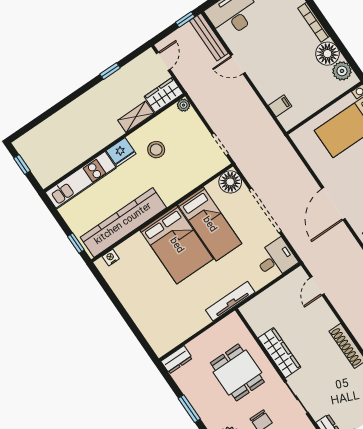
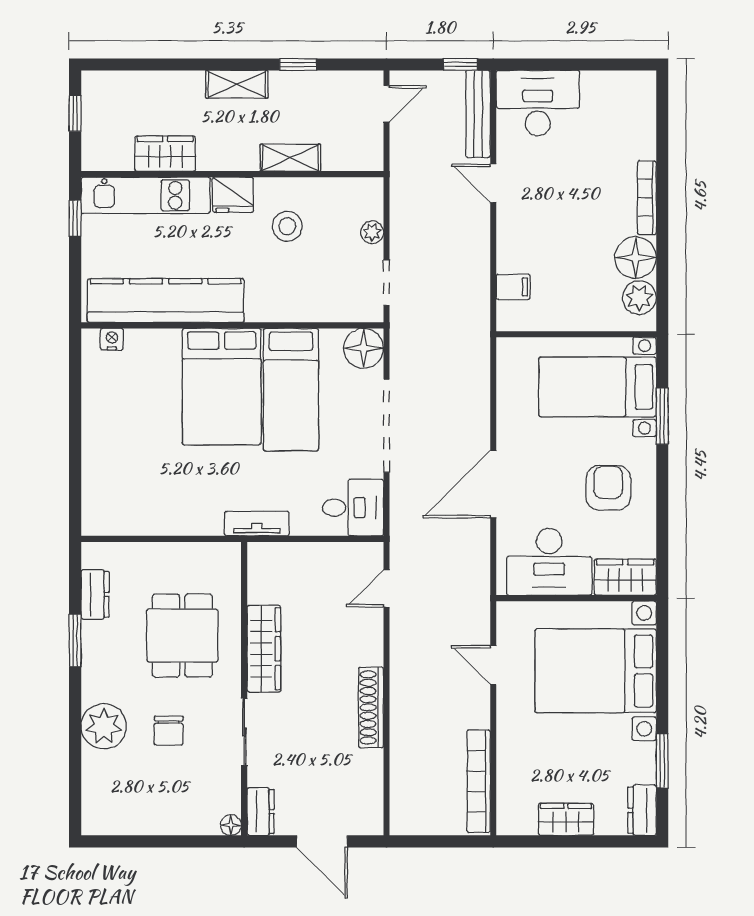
wardrobe: (164, 95) -> (165, 154), moved
shelving: (88, 100) -> (237, 84), added
plant: (183, 105) -> (372, 232), moved
window: (76, 243) -> (75, 218), moved
tv unit: (230, 301) -> (257, 524), width x0.71
dresser: (177, 360) -> (95, 594), moved, turned -90

